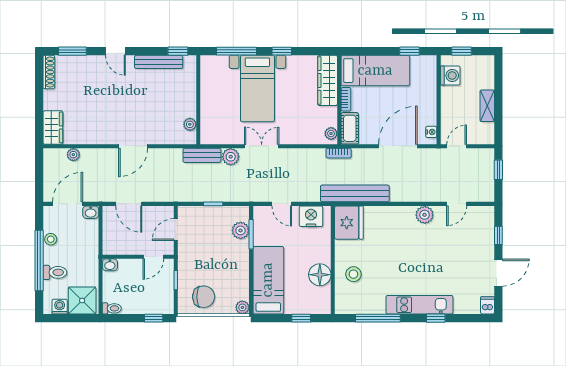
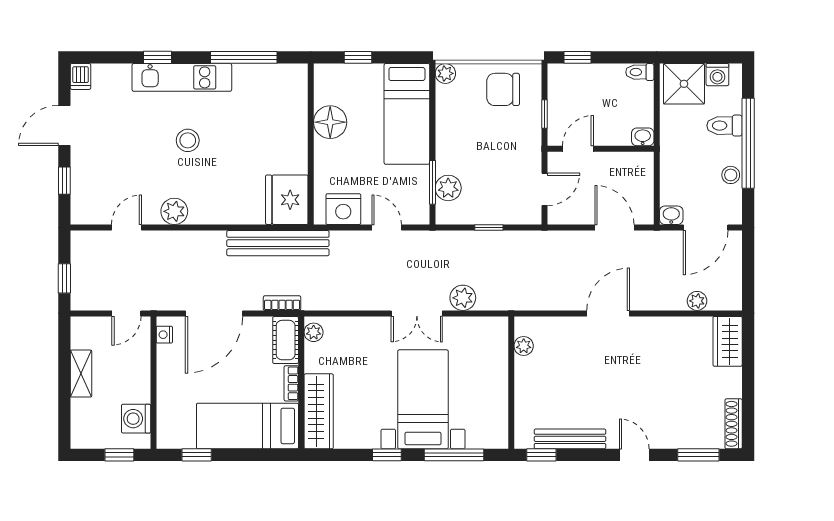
bookcase: (339, 153) -> (282, 303), moved
bench: (202, 155) -> (506, 300), removed
stool: (353, 274) -> (188, 140), moved

